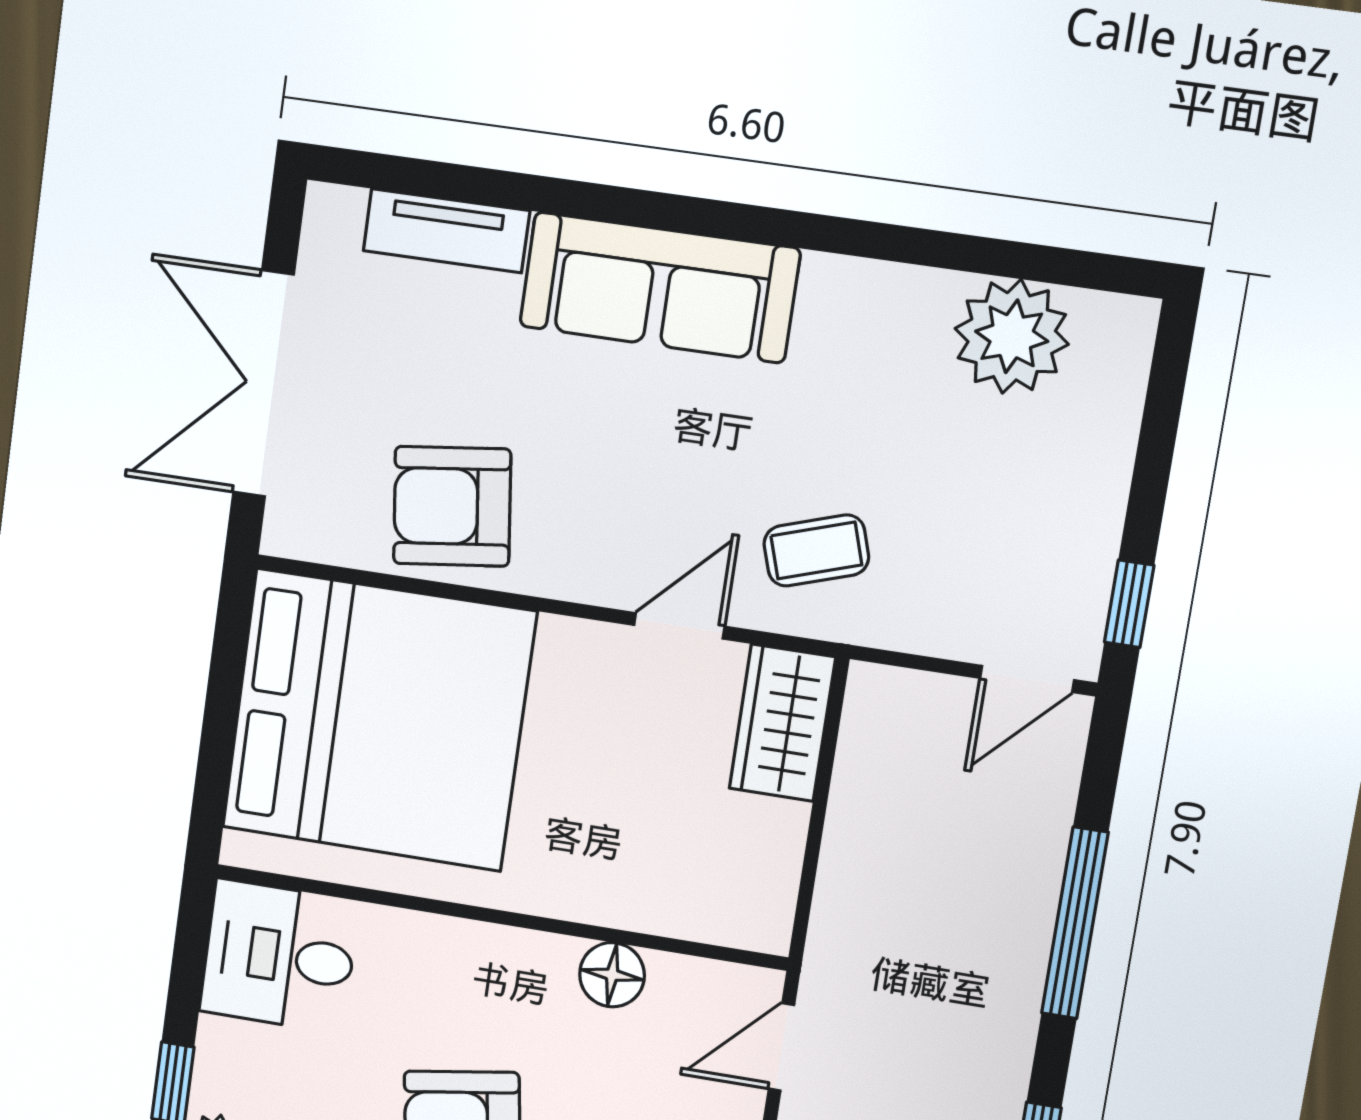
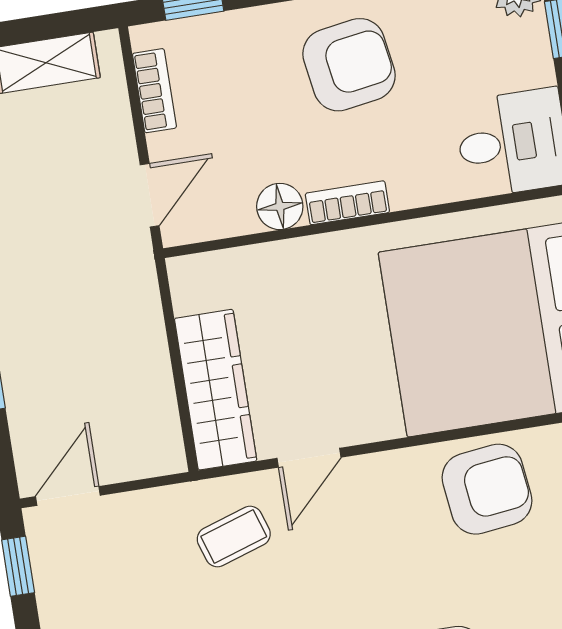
wardrobe: (782, 723) -> (216, 390), width x1.50
bookcase: (521, 950) -> (347, 203), added

